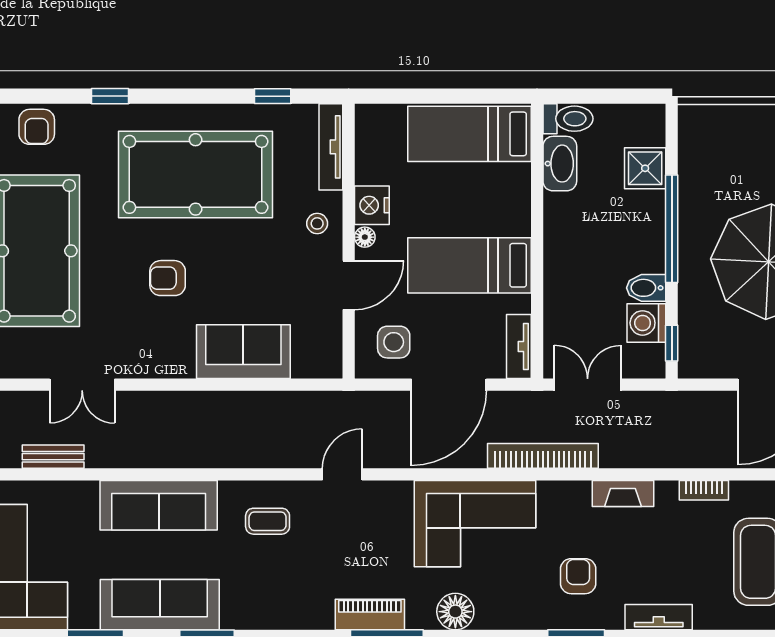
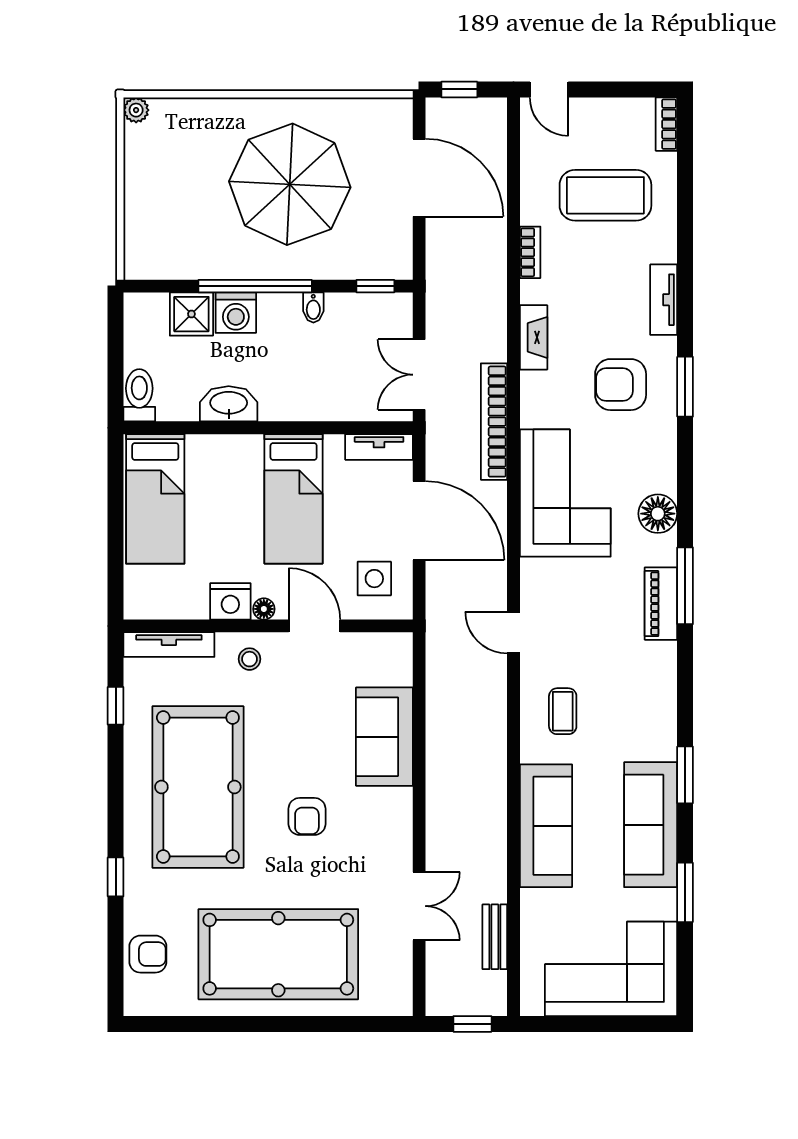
washbasin: (560, 164) -> (229, 404), moved
bidet: (646, 288) -> (313, 308), width x0.72, depth x0.74
washing machine: (646, 323) -> (236, 313), moved
armchair: (578, 576) -> (621, 385), width x1.38, depth x1.38

